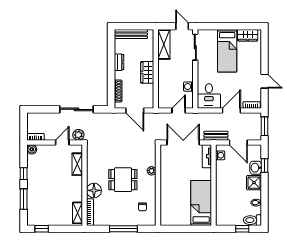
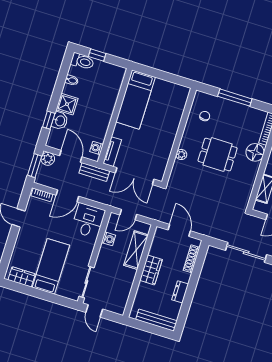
shelving: (164, 44) -> (136, 250), moved
plant: (78, 135) -> (48, 159), moved

